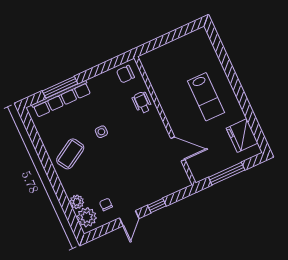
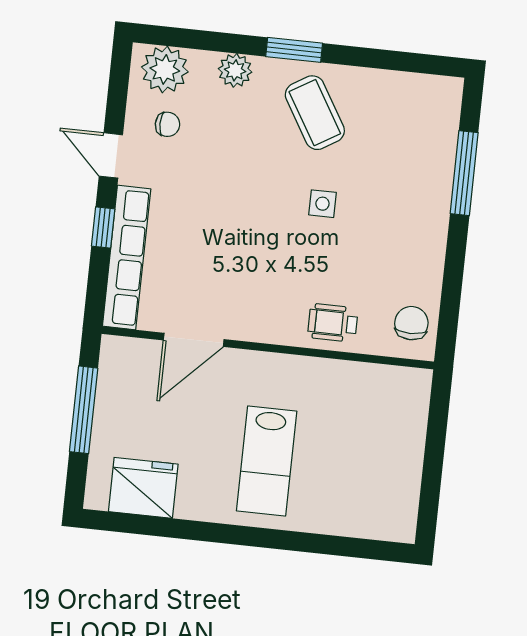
lab bench: (206, 97) -> (267, 461), turned -90
row of seats: (61, 99) -> (127, 257), moved, turned 180
wheelchair: (142, 103) -> (333, 323), turned 180
window: (52, 175) -> (294, 50), added
plant: (77, 202) -> (235, 70), moved

